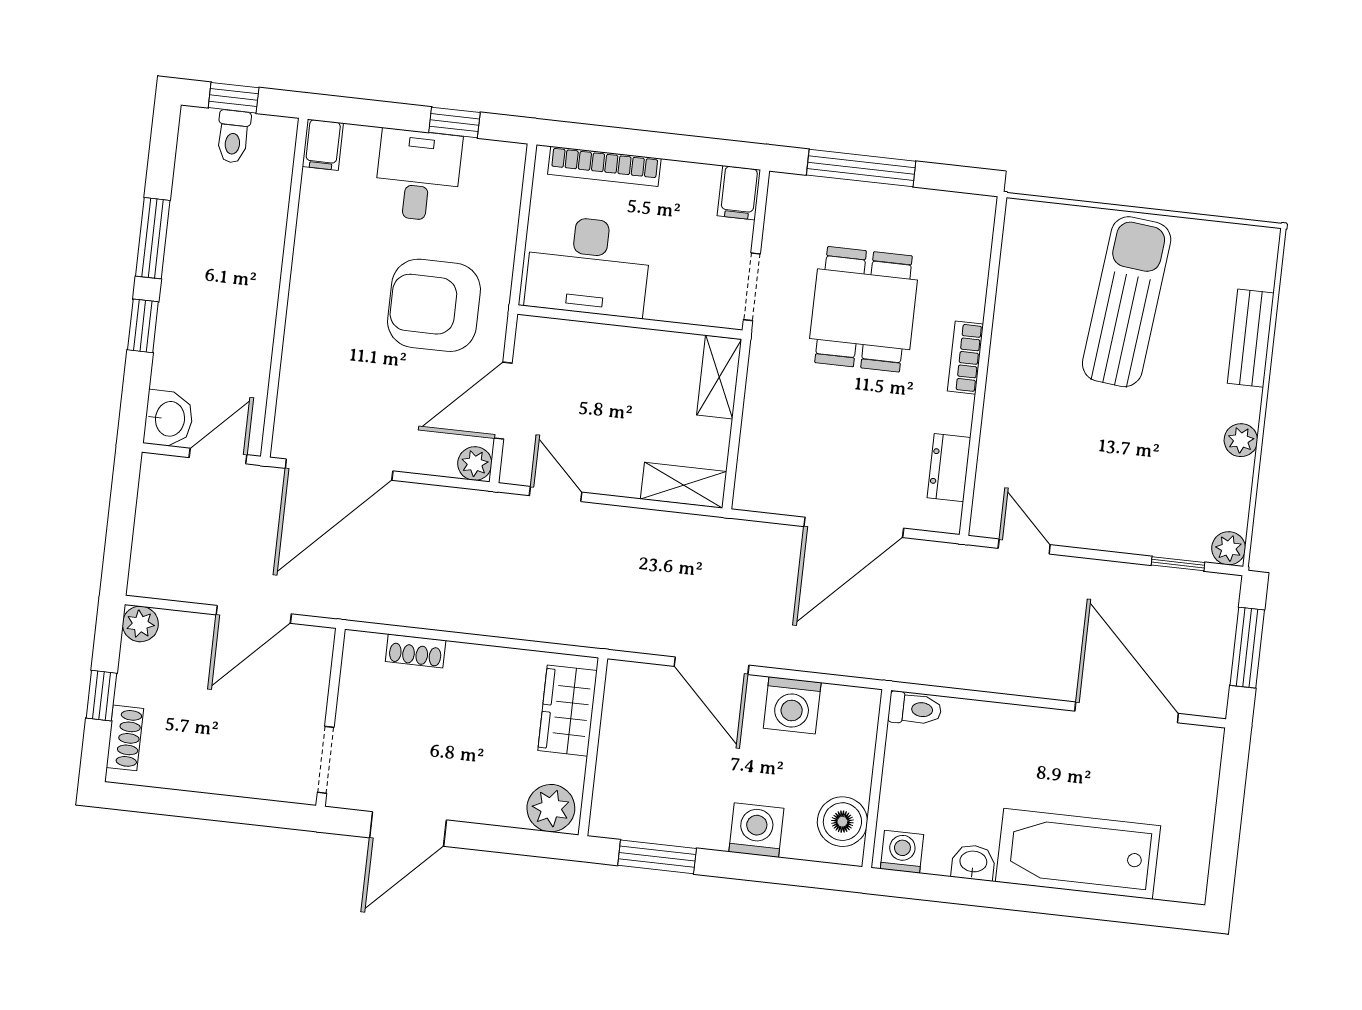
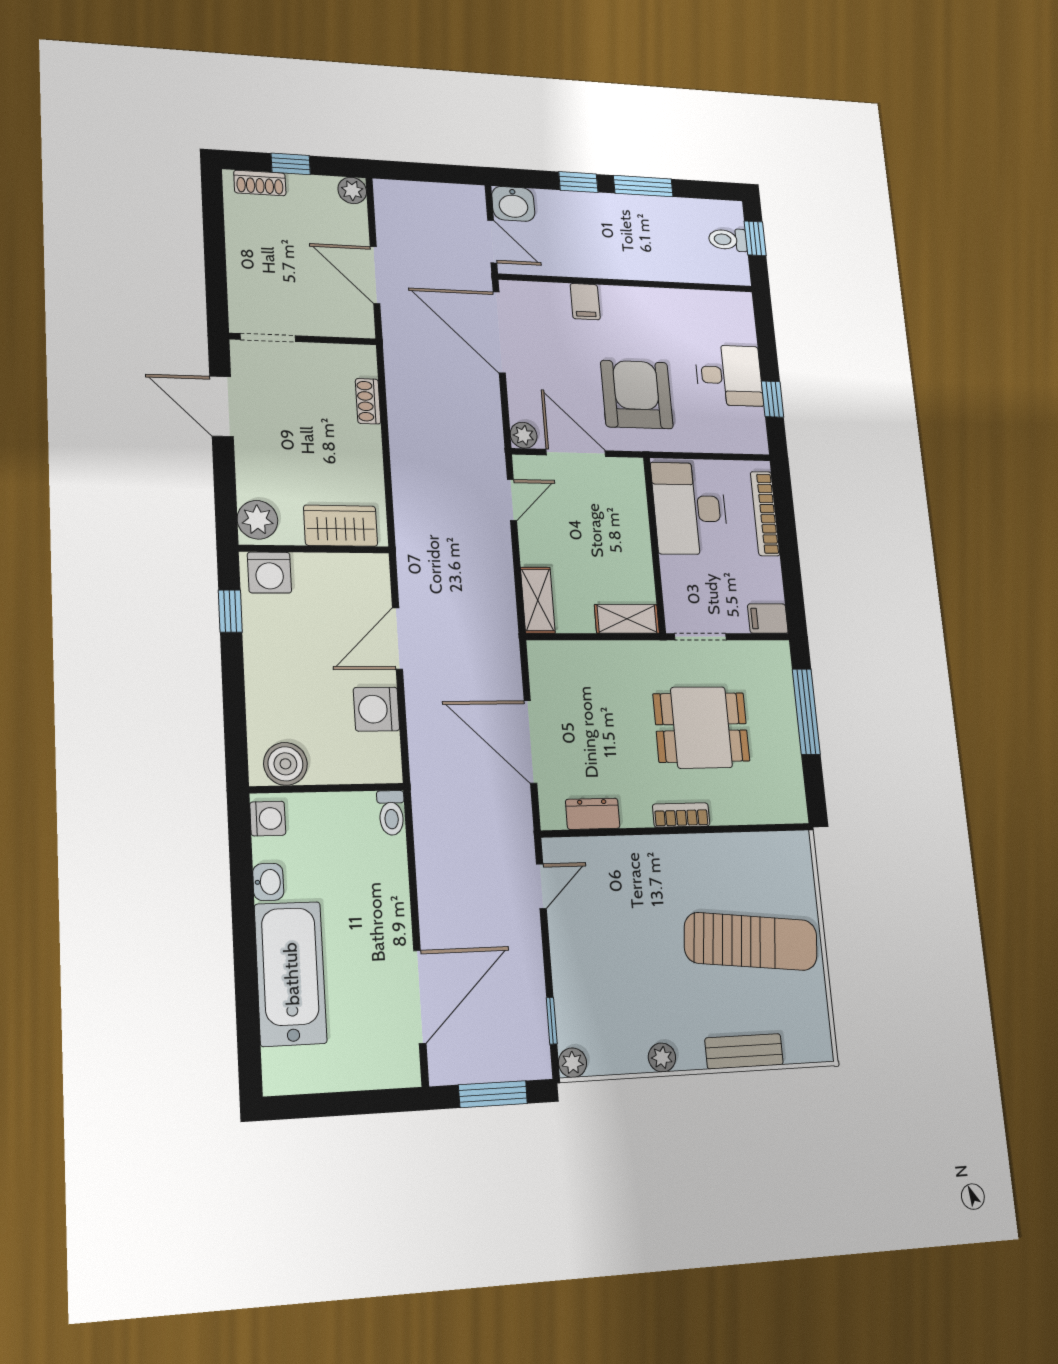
filing cabinet: (323, 145) -> (585, 302), moved, turned -90
washing machine: (756, 830) -> (269, 573), moved, turned 90
window: (657, 857) -> (230, 611), width x0.67

